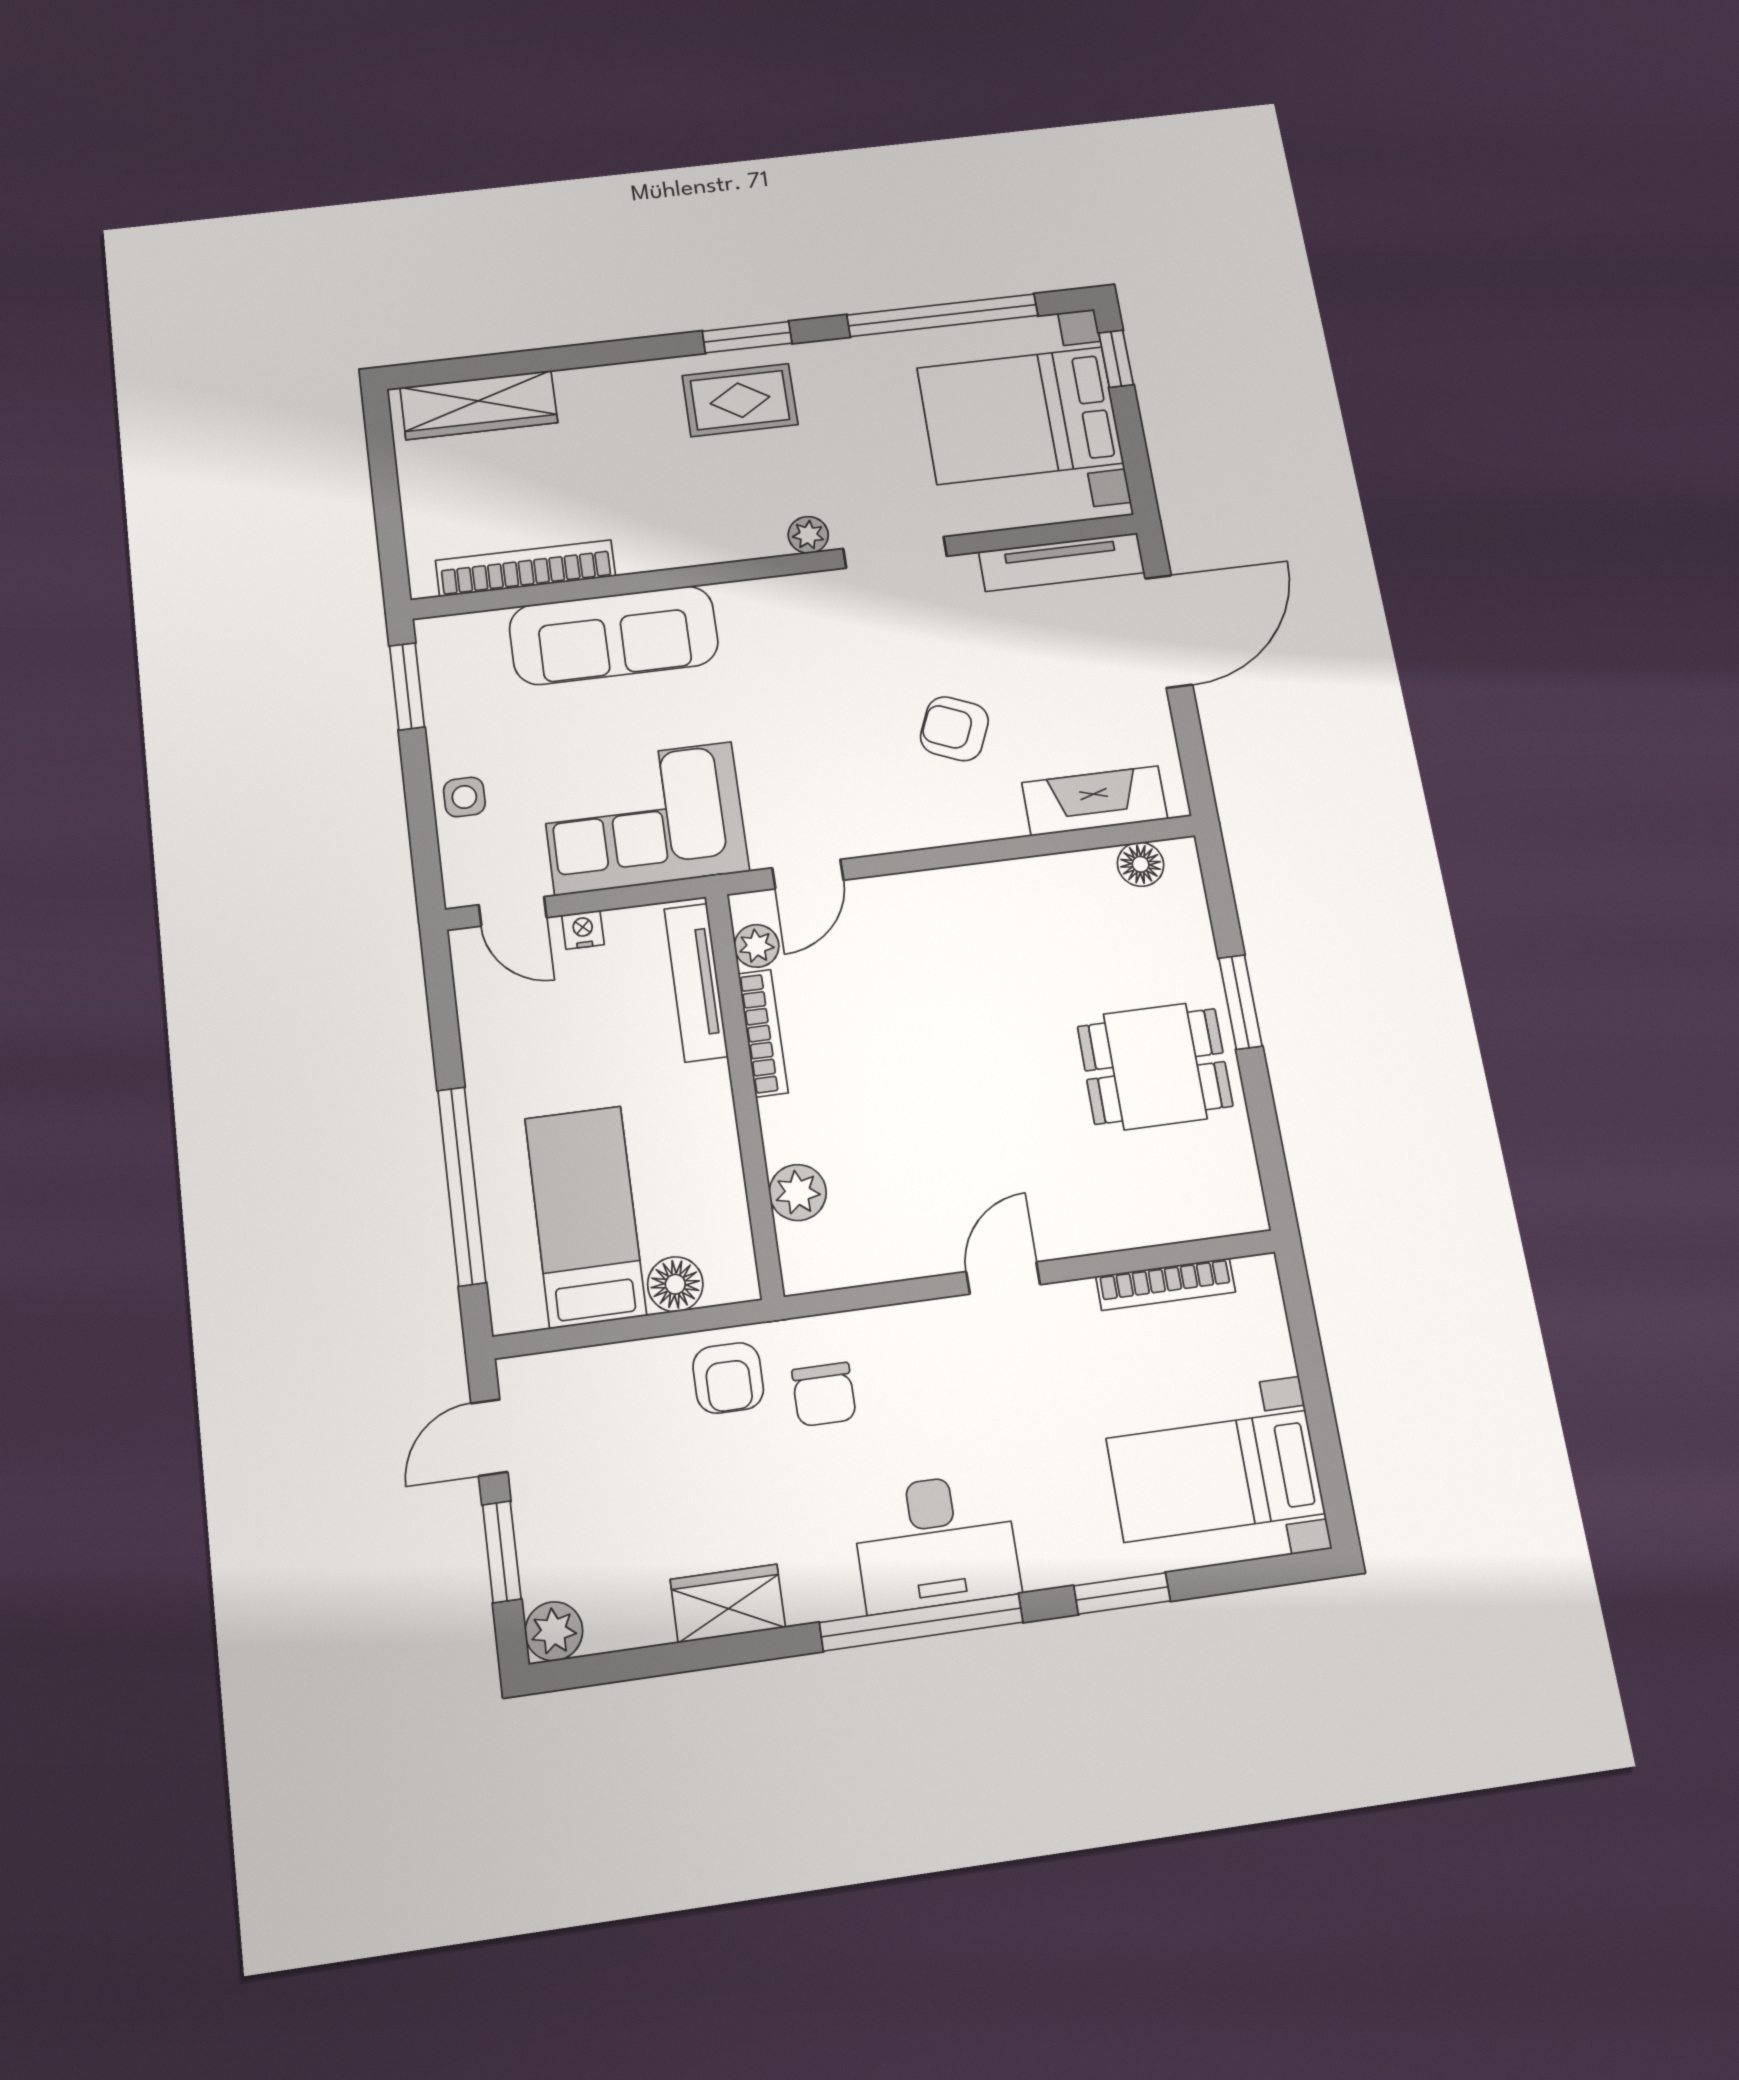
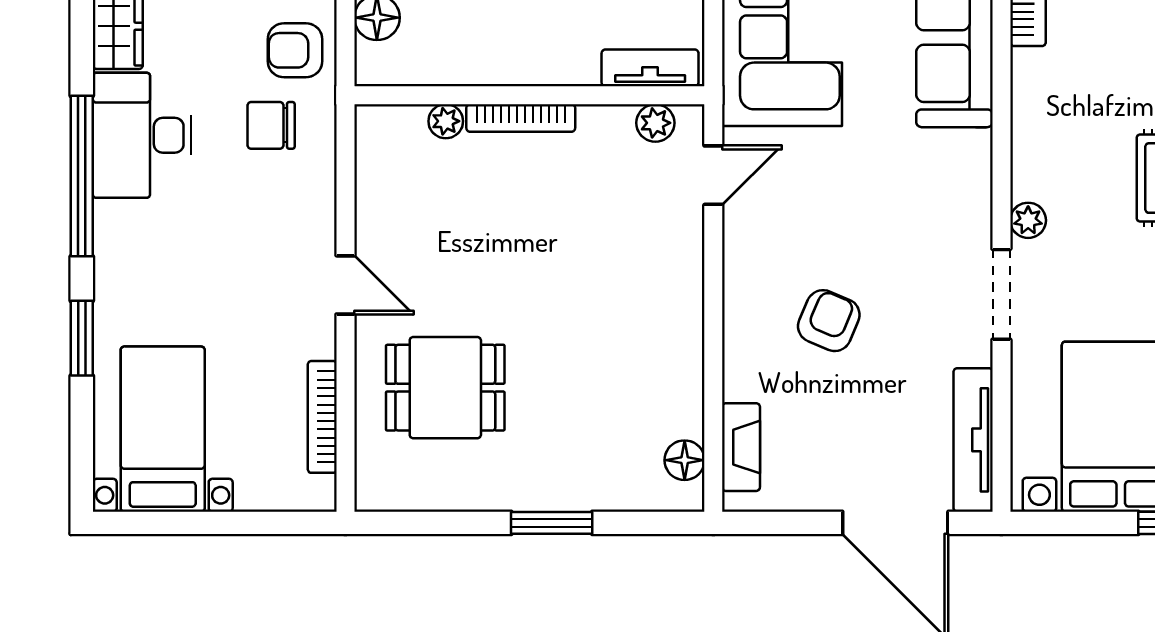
fireplace: (1095, 801) -> (741, 447), width x0.73, depth x0.76
door: (808, 874) -> (713, 175), swing flipped
tv unit: (696, 982) -> (650, 68), width x0.71
bookcase: (763, 1033) -> (521, 118), moved
dining table: (1155, 1066) -> (445, 388), moved, turned 90
plant: (798, 1192) -> (446, 121), width x0.73, depth x0.73
desk: (936, 1542) -> (142, 135), moved

